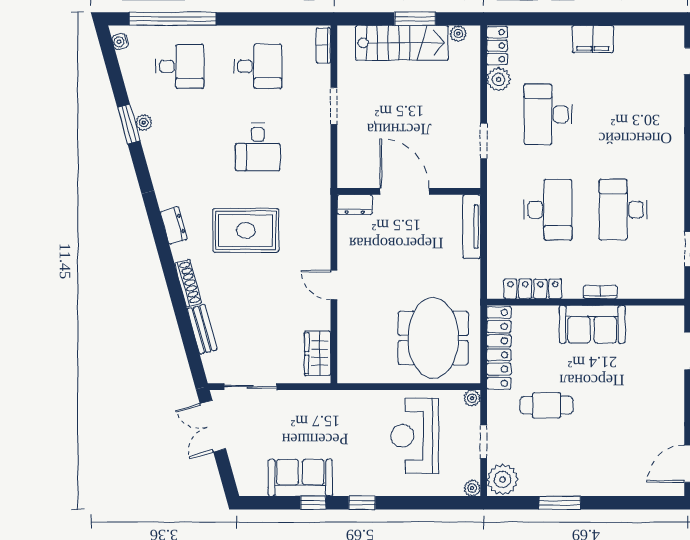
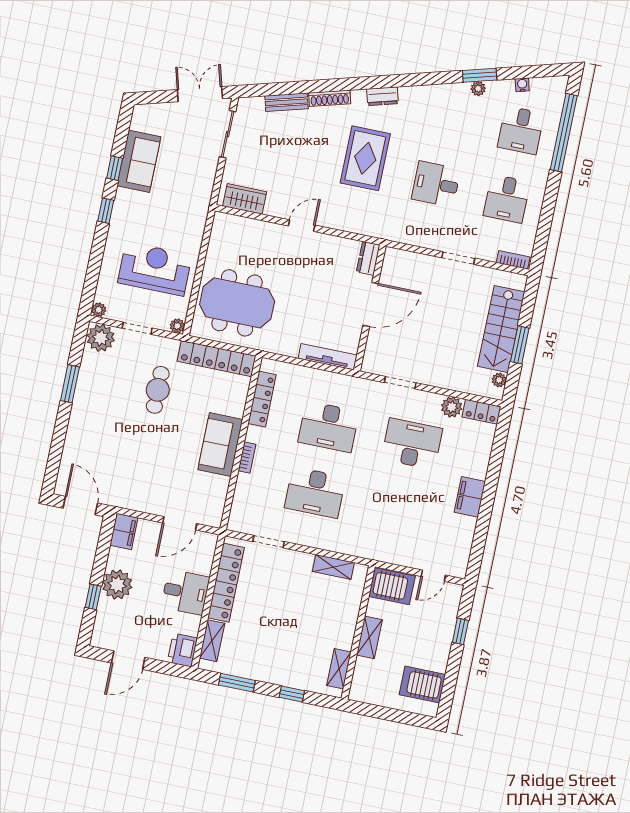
water cooler: (120, 41) -> (522, 85), moved
desk: (623, 210) -> (315, 492), turned 180

